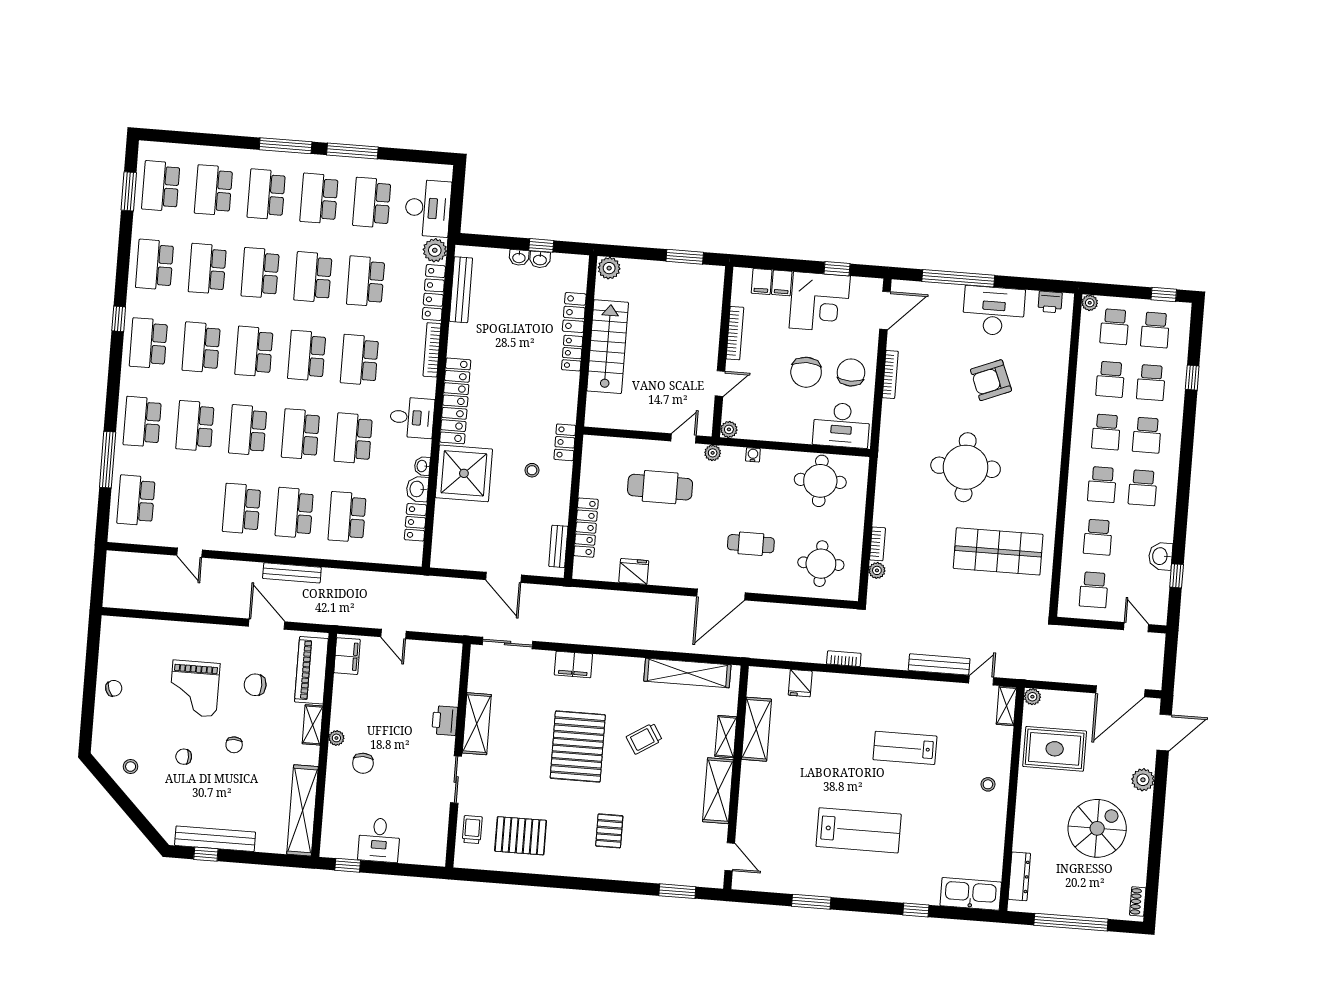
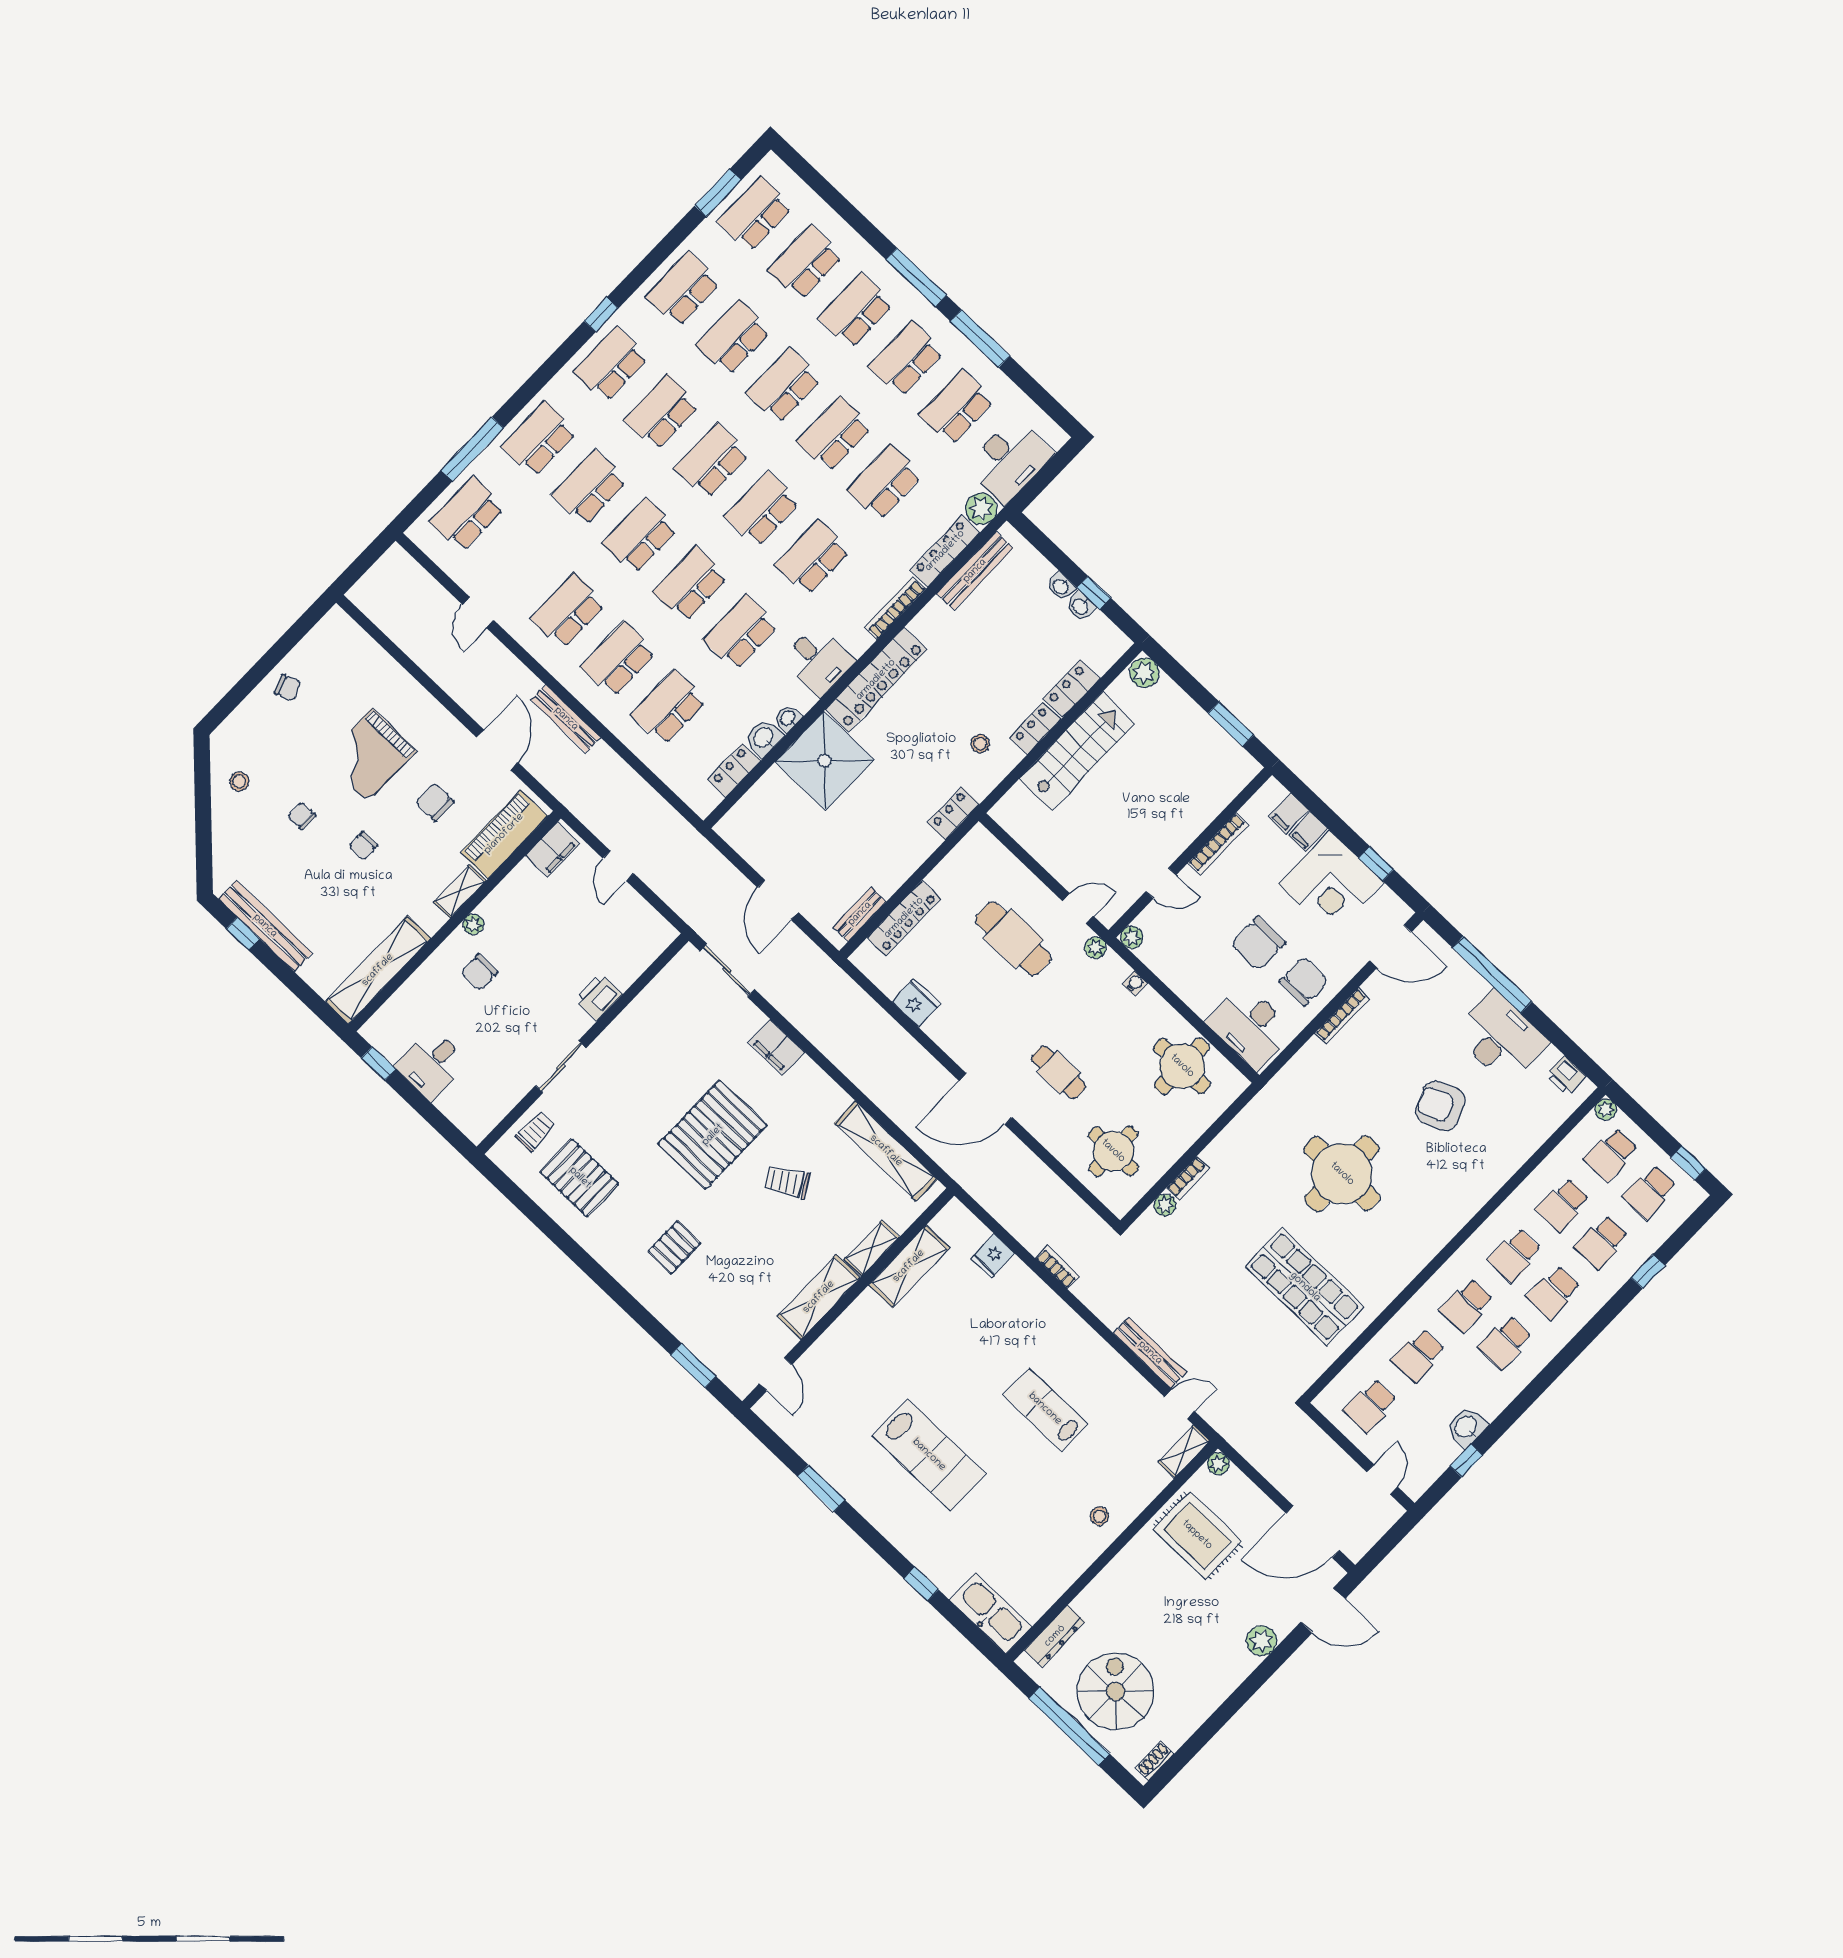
stool: (532, 470) -> (980, 744), moved
shelving: (477, 724) -> (628, 1027), removed
spiral stairs: (1097, 828) -> (1115, 1691), moved, turned -90

